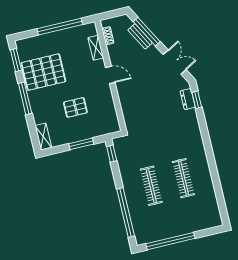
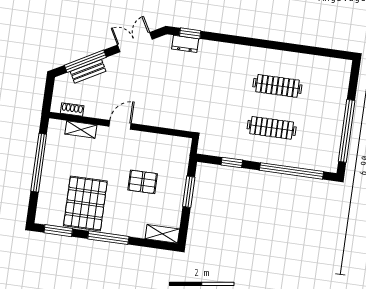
pallet: (75, 107) -> (143, 182), turned 90
window: (112, 154) -> (232, 163), moved

